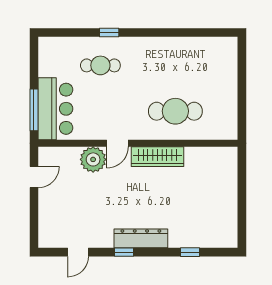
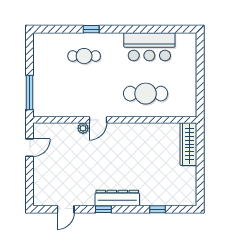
bar counter: (55, 109) -> (149, 47), moved, turned 90
wardrobe: (157, 157) -> (188, 144), moved, turned 90
plant: (93, 159) -> (83, 128), width x0.53, depth x0.53

